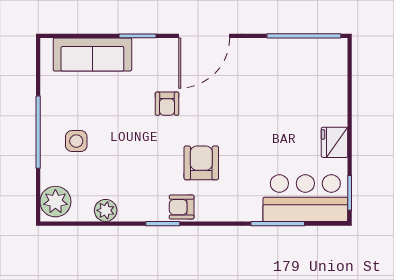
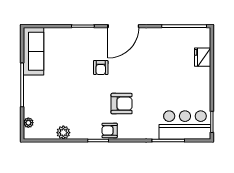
sofa: (92, 54) -> (34, 51), moved, turned -90
side table: (76, 141) -> (45, 90), removed
fridge: (335, 142) -> (203, 57), moved
armchair: (201, 163) -> (122, 104), turned 90
plant: (55, 202) -> (28, 123), width x0.53, depth x0.53

